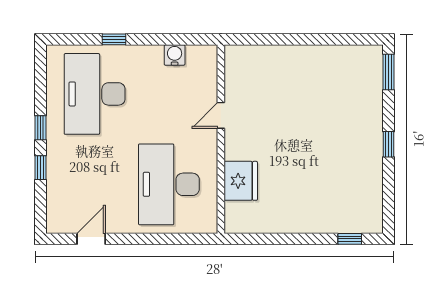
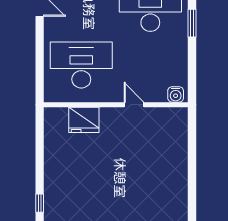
window: (114, 39) -> (192, 23), width x1.50
water cooler: (175, 55) -> (176, 94), moved, turned 90

